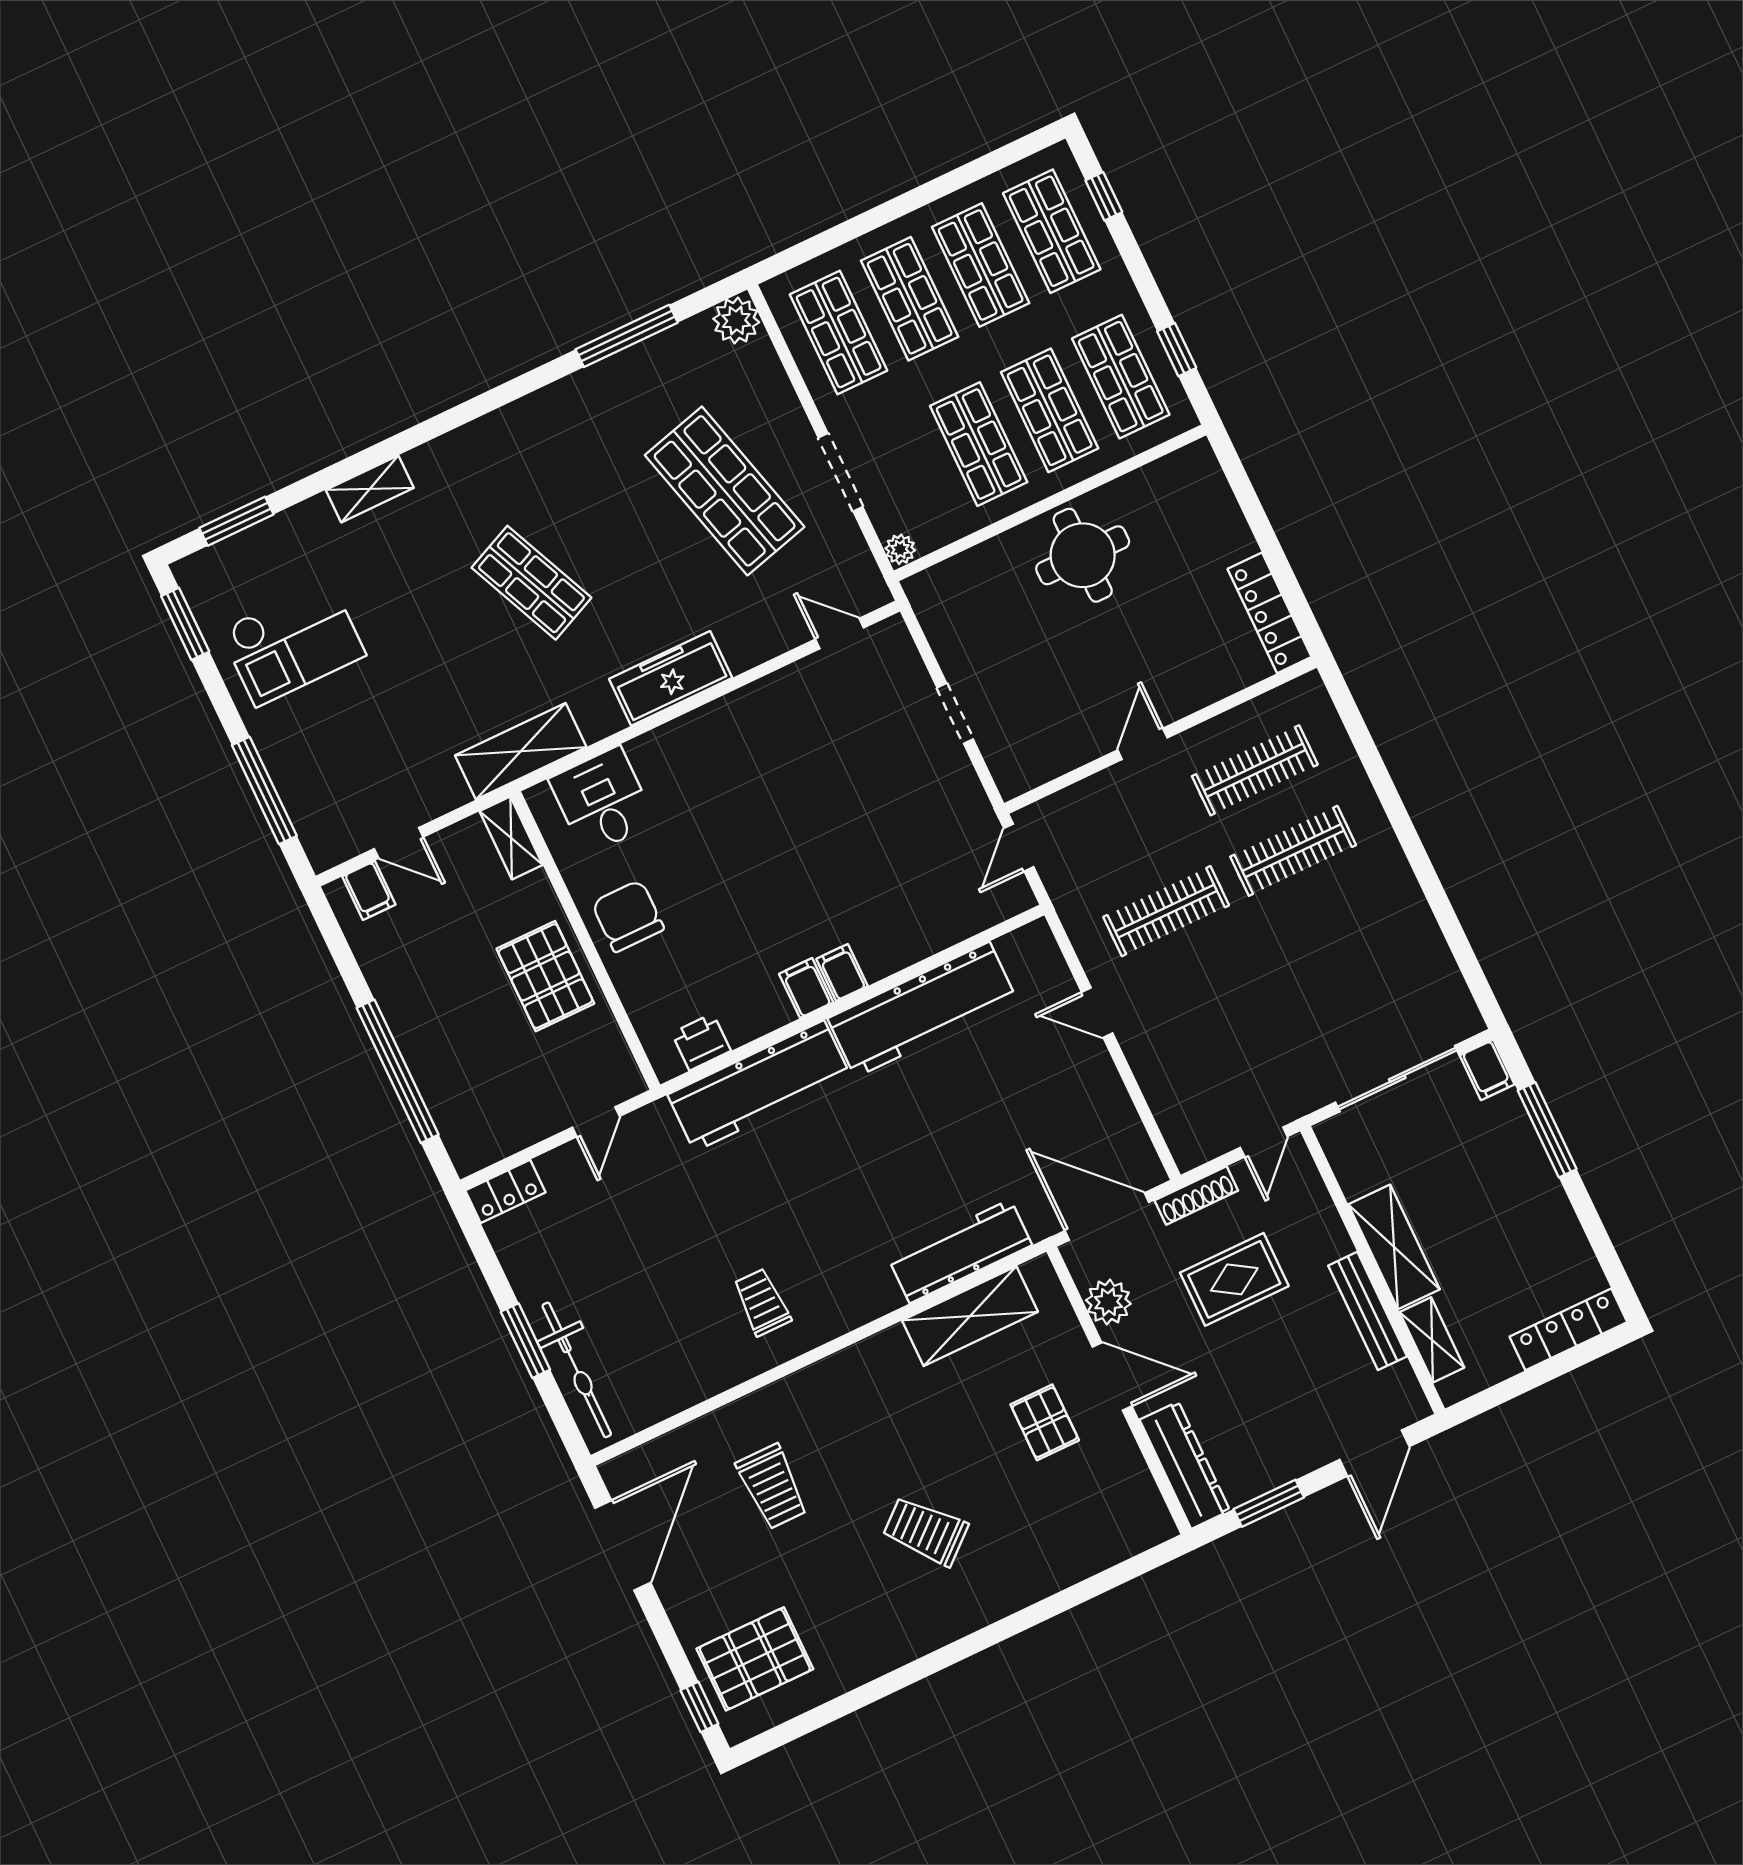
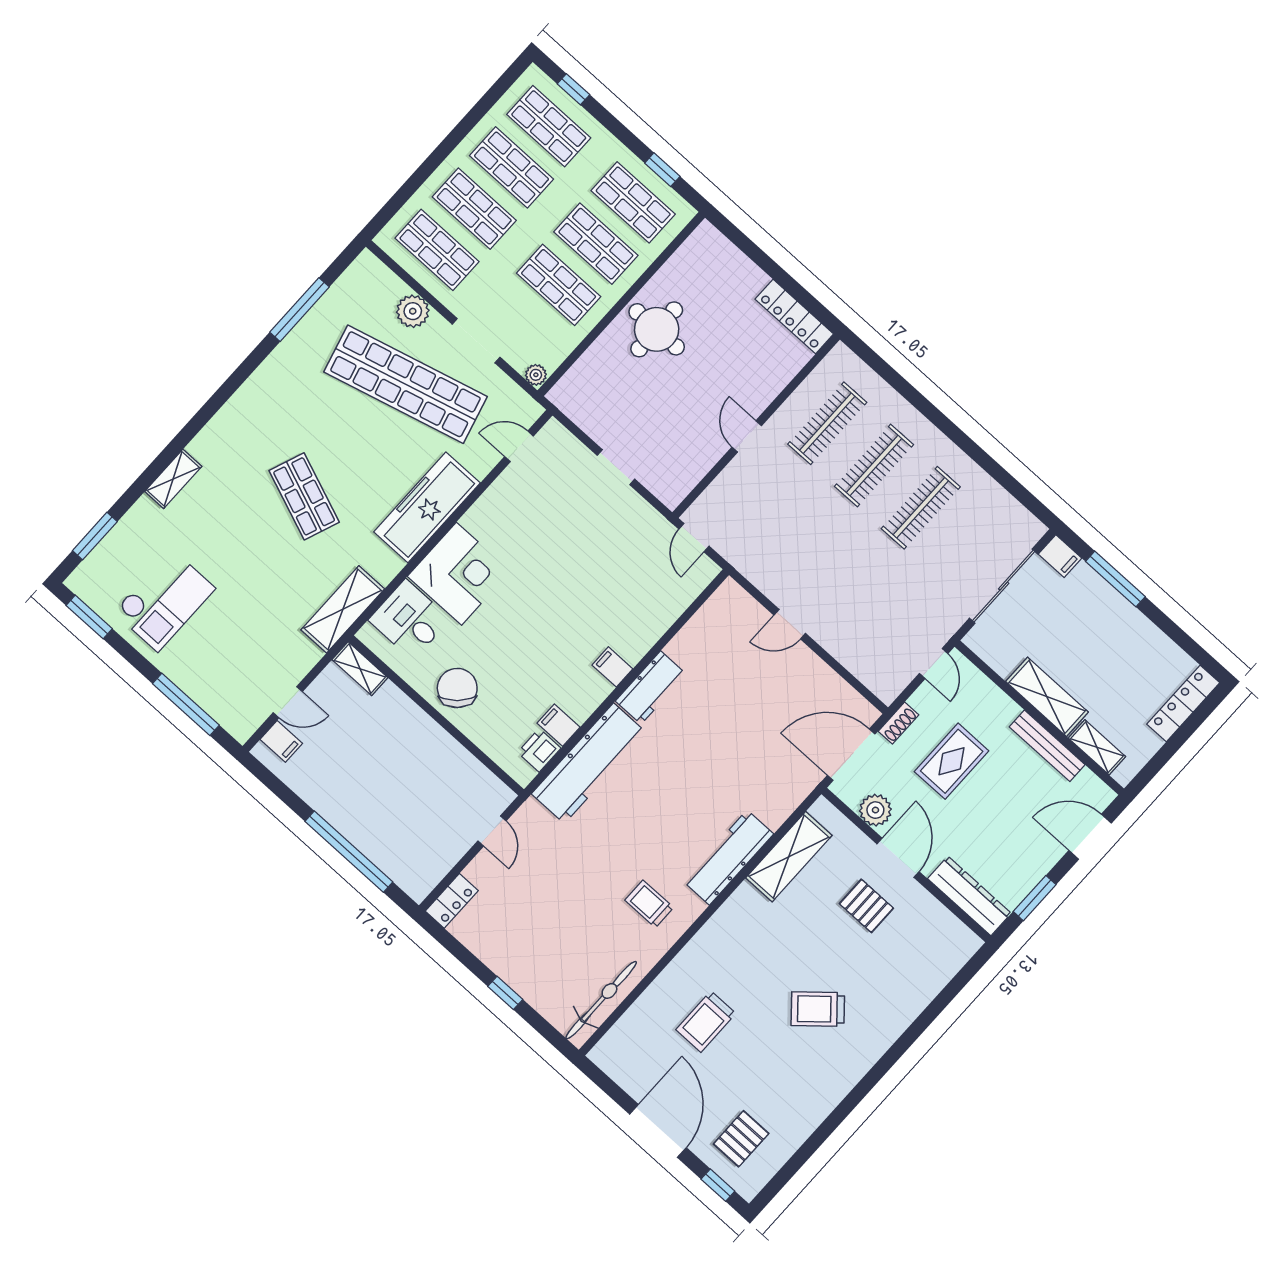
plant: (736, 320) -> (413, 311), moved
shop shelf: (725, 491) -> (405, 384), width x1.40
shop shelf: (531, 583) -> (304, 496), turned 45
freezer: (671, 678) -> (427, 507), width x1.36, depth x1.26
corner desk: (692, 768) -> (459, 574), added
clothes rail: (1166, 911) -> (921, 508), moved
chair: (628, 916) -> (457, 688), turned 47
pallet: (545, 976) -> (420, 750), removed
filing cabinet: (806, 988) -> (558, 725), moved
workbench: (922, 1010) -> (651, 688), width x0.53, depth x0.76
shoe rack: (1196, 1196) -> (898, 723), width x0.70
workbench: (960, 1251) -> (728, 858), moved
window: (525, 1341) -> (505, 993), width x0.67
bicycle: (577, 1370) -> (601, 1000), moved, turned -90
door: (1112, 1377) -> (898, 858), hinge flipped
door: (1375, 1453) -> (1090, 837), swing flipped
trolley: (772, 1487) -> (706, 1022), turned 90
door: (623, 1545) -> (658, 1131), moved
pallet: (755, 1659) -> (741, 1139), width x0.67, depth x0.71

